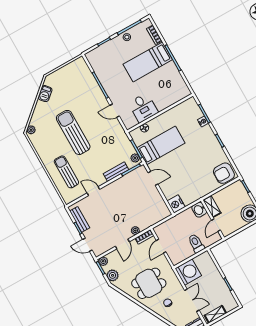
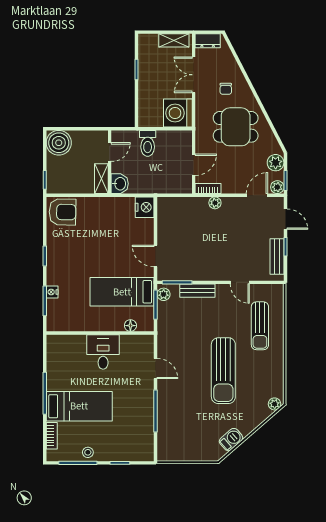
desk: (143, 108) -> (103, 352), moved
door: (122, 244) -> (257, 195), moved

